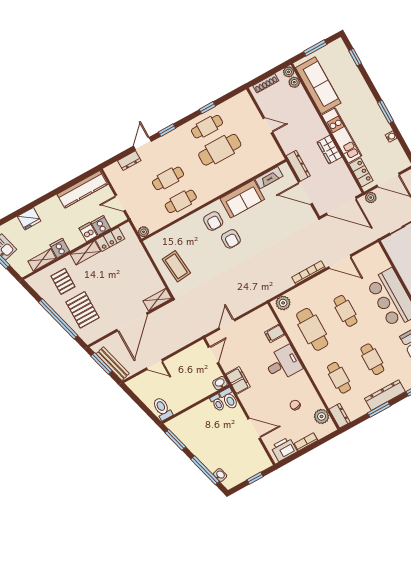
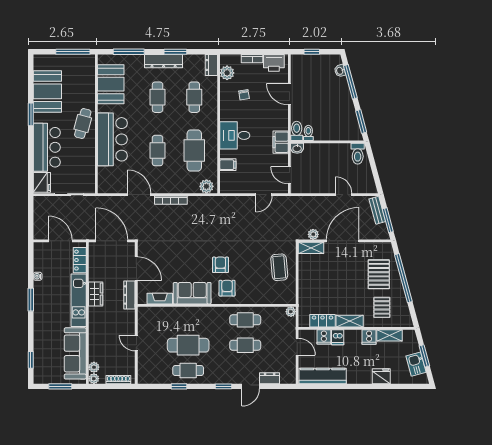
plant: (371, 198) -> (313, 234), moved
door: (213, 355) -> (289, 175), hinge flipped
bench: (113, 364) -> (377, 210), width x0.73

